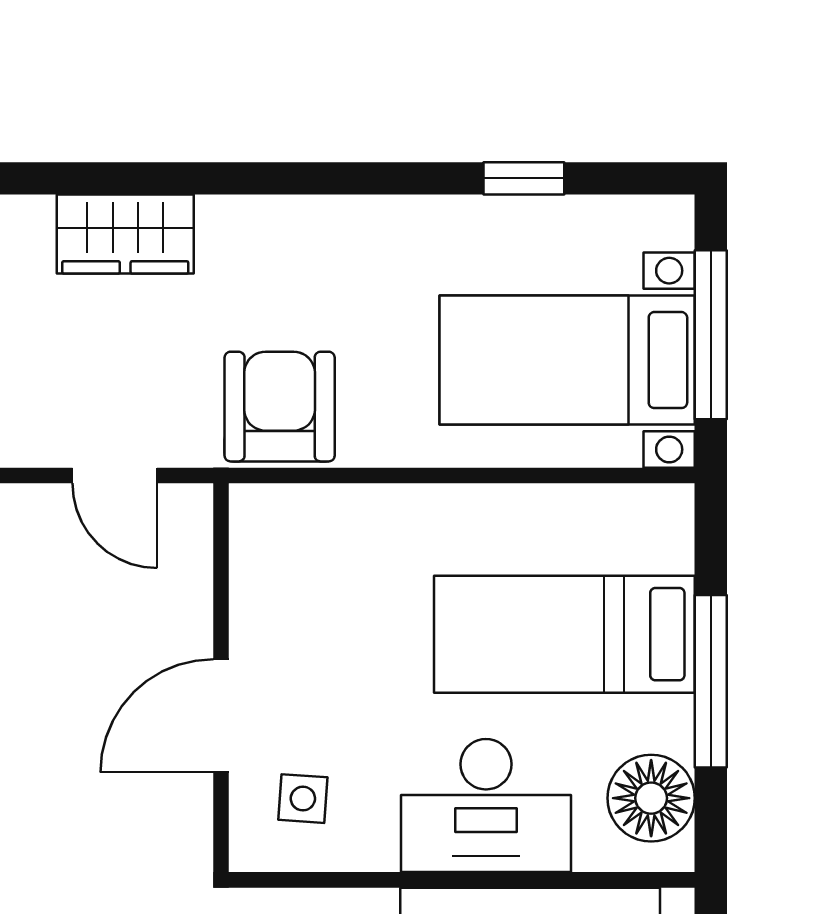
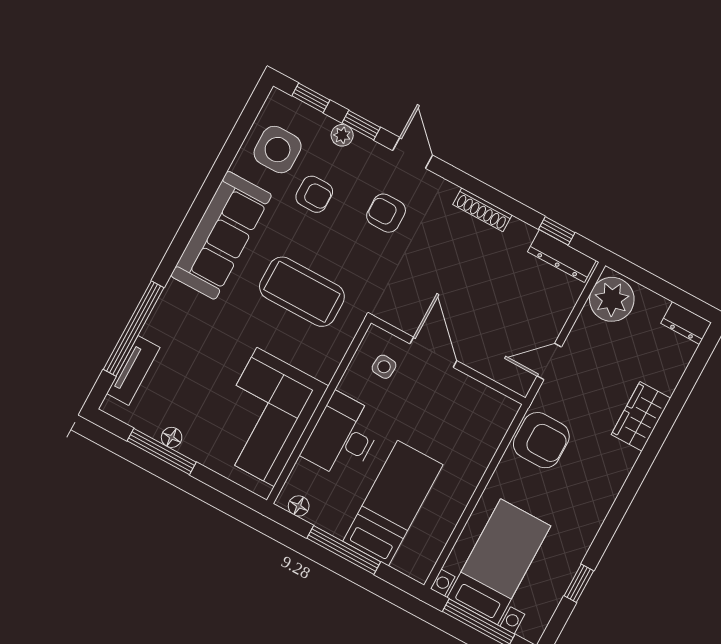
floor lamp: (651, 798) -> (299, 506), width x0.53, depth x0.53

